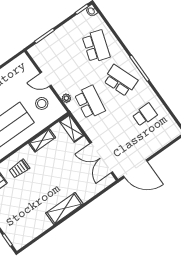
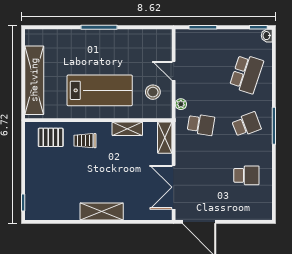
school desk: (120, 81) -> (246, 125), width x0.54
school desk: (90, 102) -> (201, 125), width x0.54

